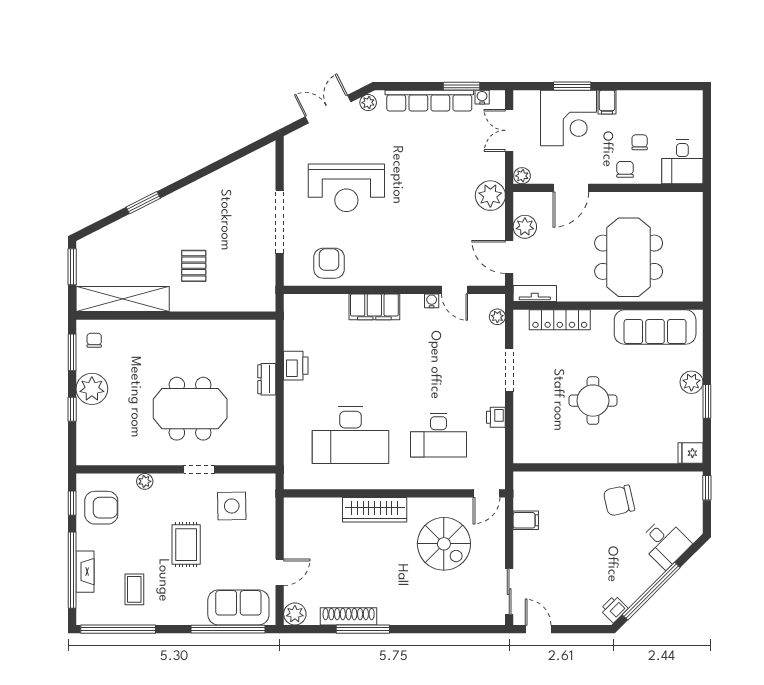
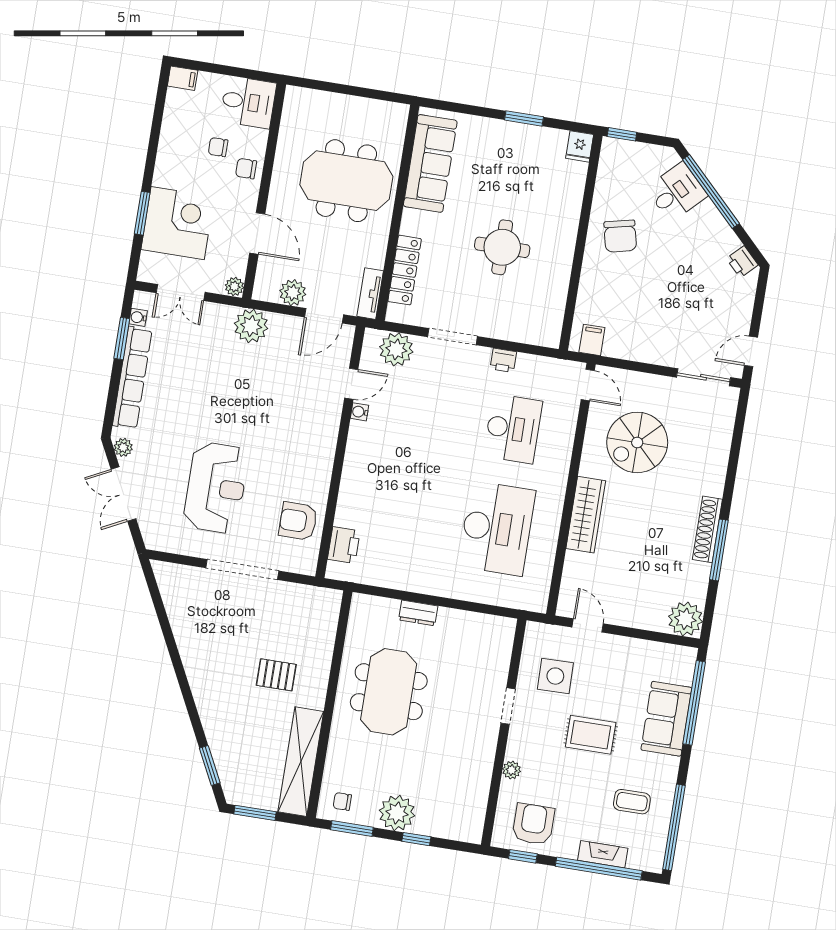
filing cabinet: (607, 102) -> (183, 78), moved
window: (143, 203) -> (210, 765), moved
filing cabinet: (374, 307) -> (356, 478), removed
plant: (497, 317) -> (396, 349), width x1.88, depth x1.88
printer: (296, 366) -> (344, 545), moved, turned 90
plant: (691, 382) -> (499, 132), removed
meeting table: (190, 409) -> (389, 692), moved
filing cabinet: (526, 520) -> (592, 340), moved
spiral stairs: (444, 544) -> (637, 442), turned 180
door: (280, 572) -> (588, 625), moved
window: (651, 591) -> (711, 191), moved
sofa: (238, 607) -> (666, 719), moved
plant: (295, 614) -> (685, 619), width x1.36, depth x1.36
shoe rack: (349, 616) -> (707, 529), moved

